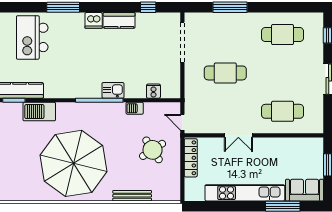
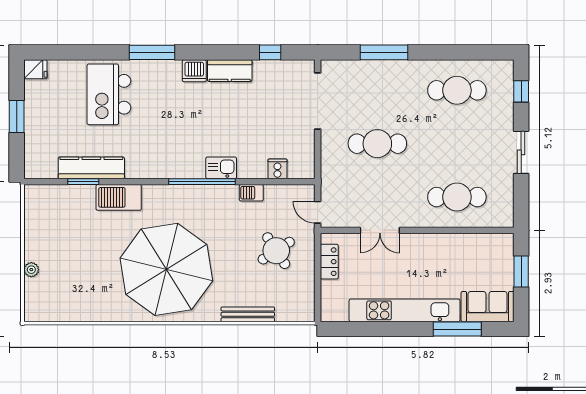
double door: (238, 135) -> (380, 230), moved
locker: (191, 158) -> (329, 262), width x0.66

